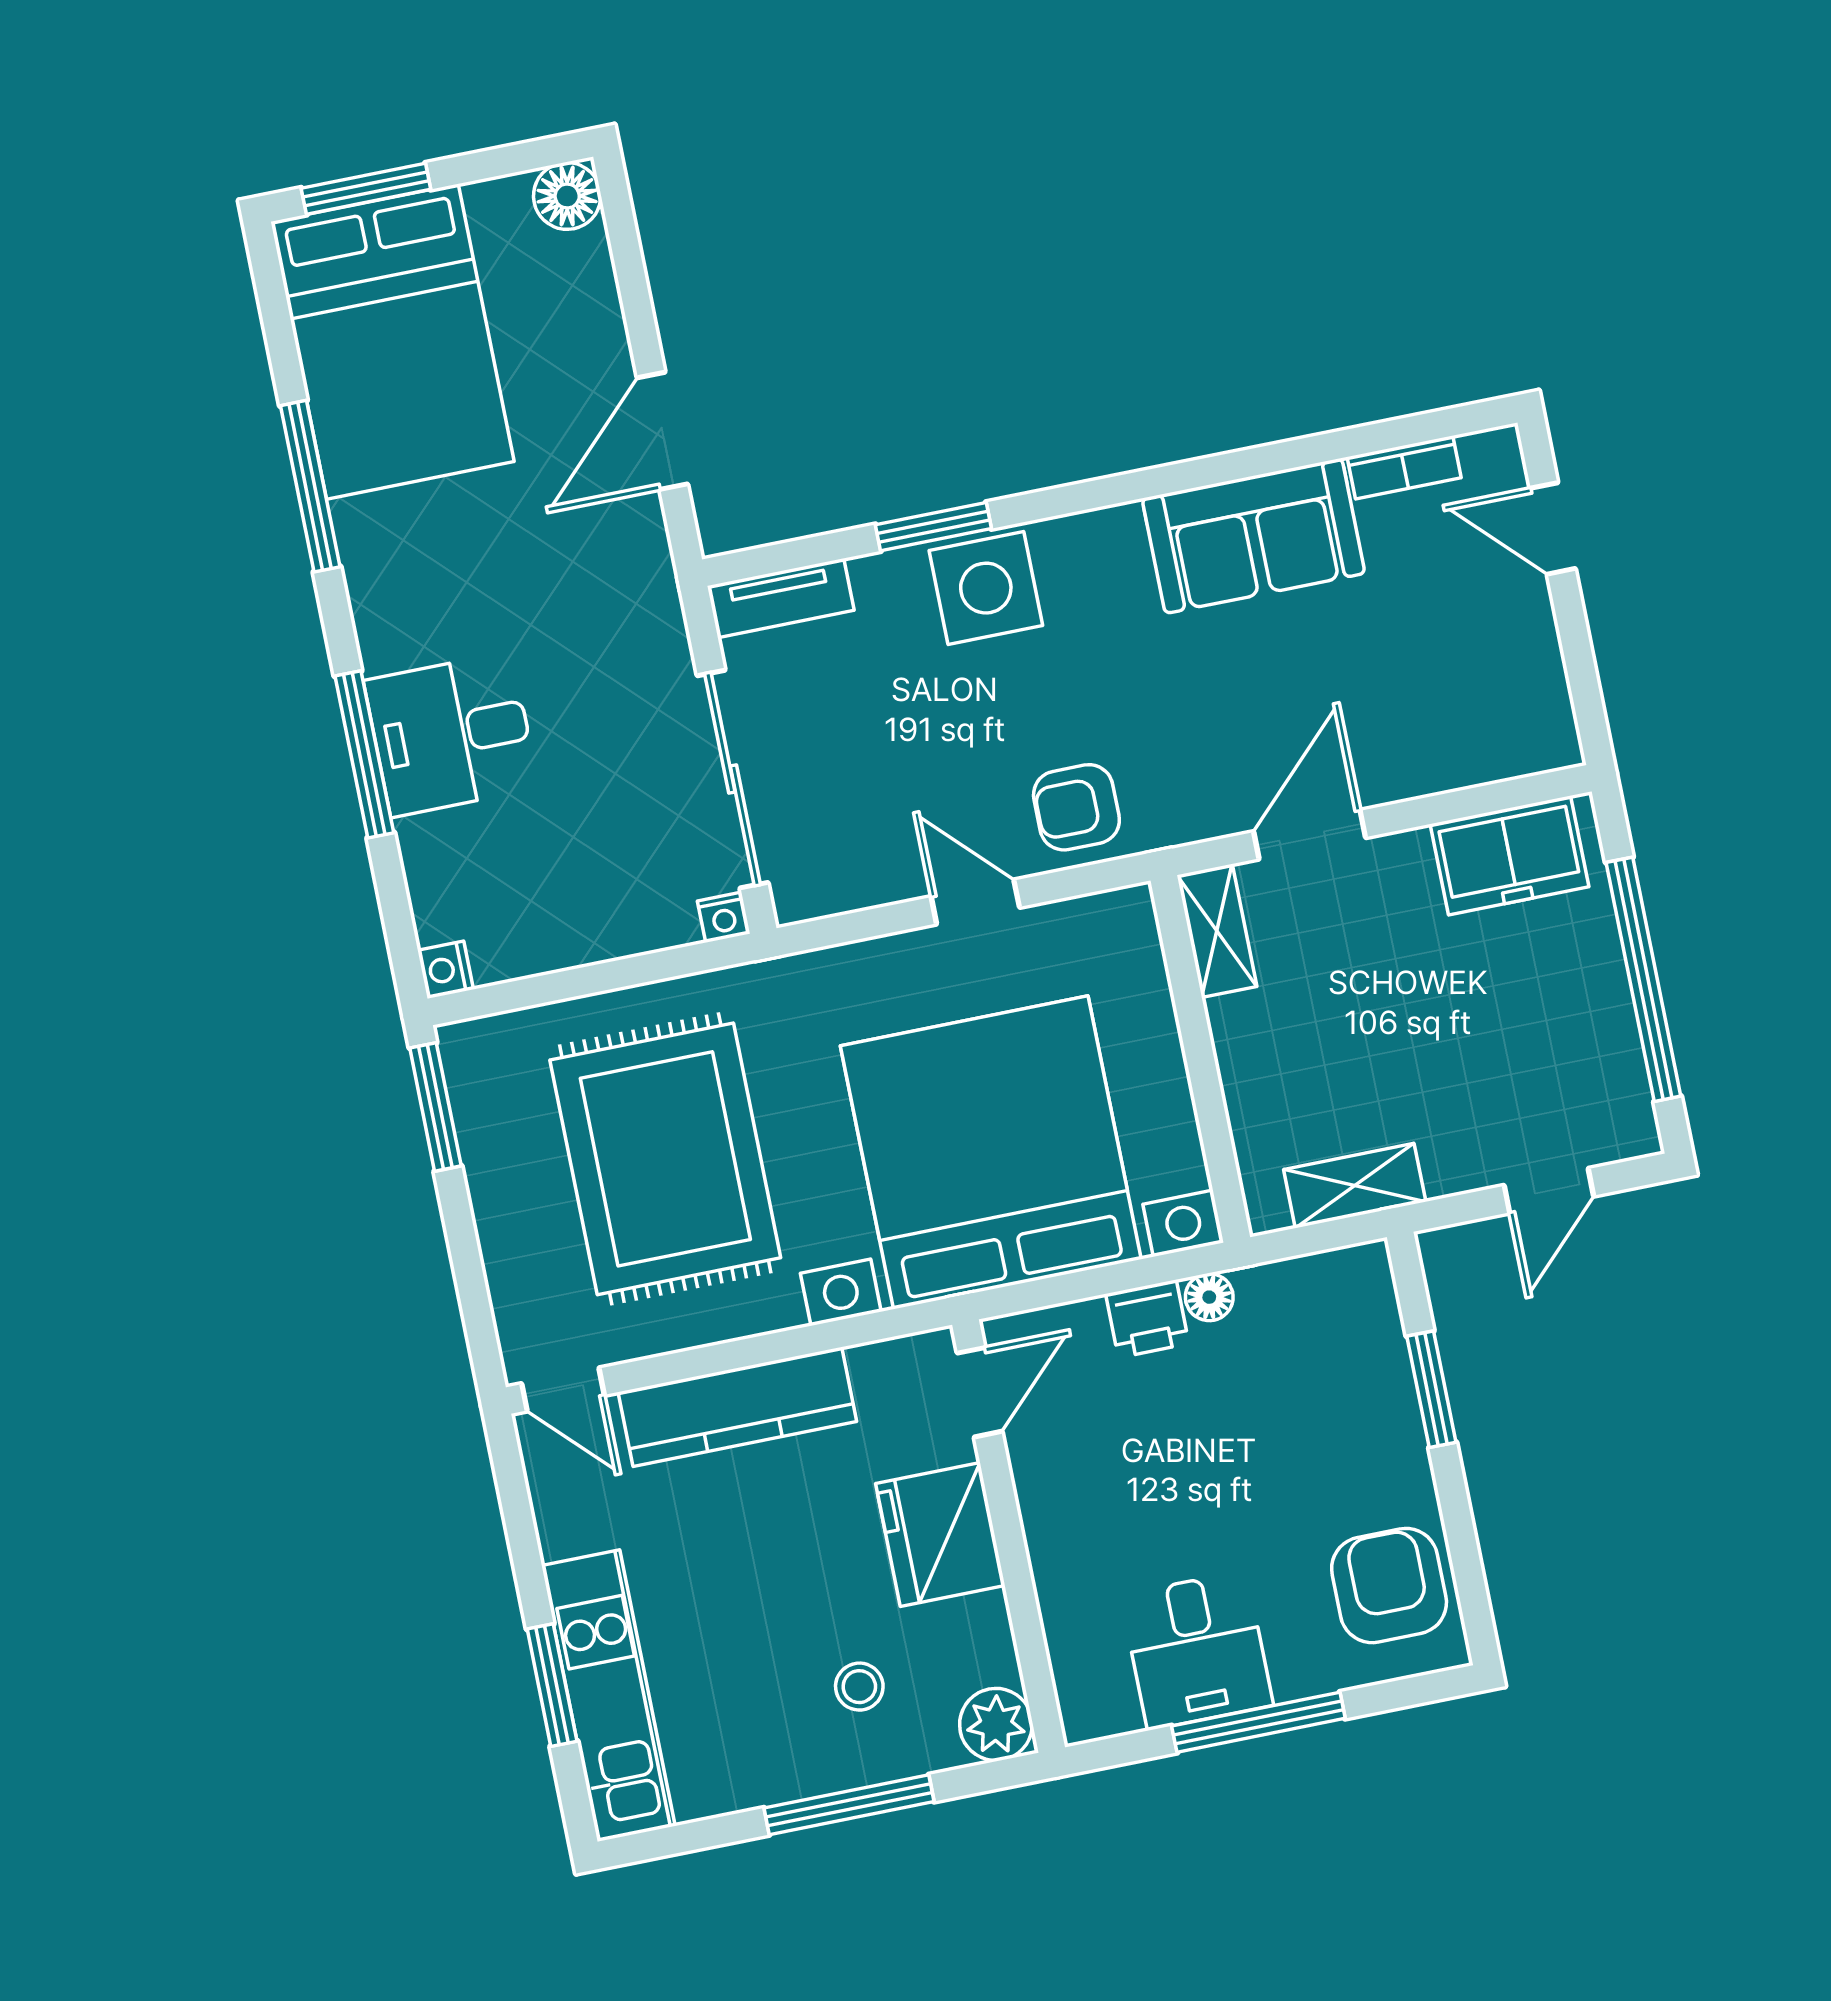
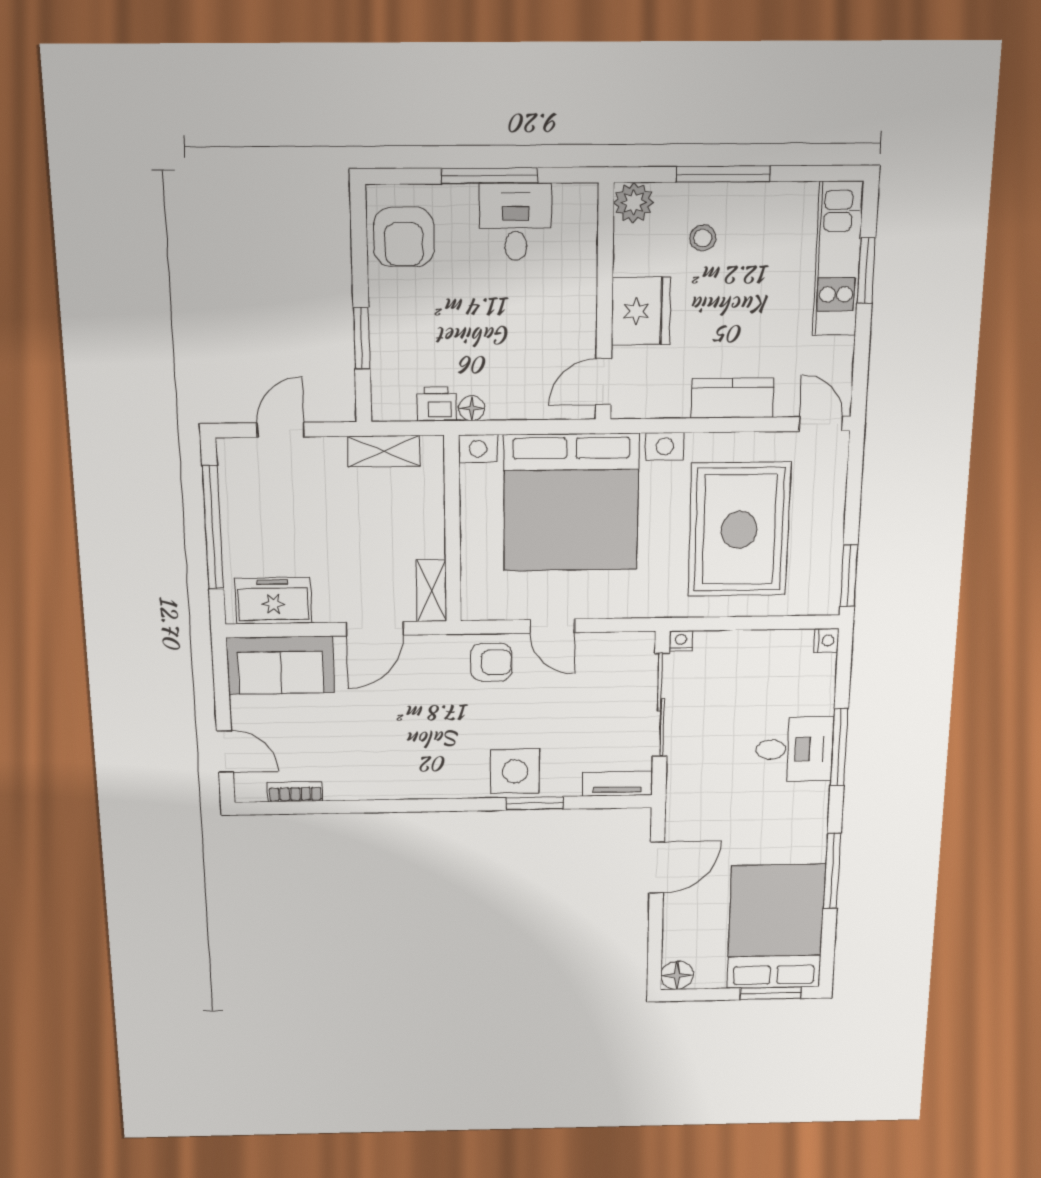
sofa: (1254, 536) -> (280, 665), moved, turned 180
printer: (1147, 1319) -> (436, 404), moved
kitchen counter: (737, 1407) -> (732, 398), width x0.67

